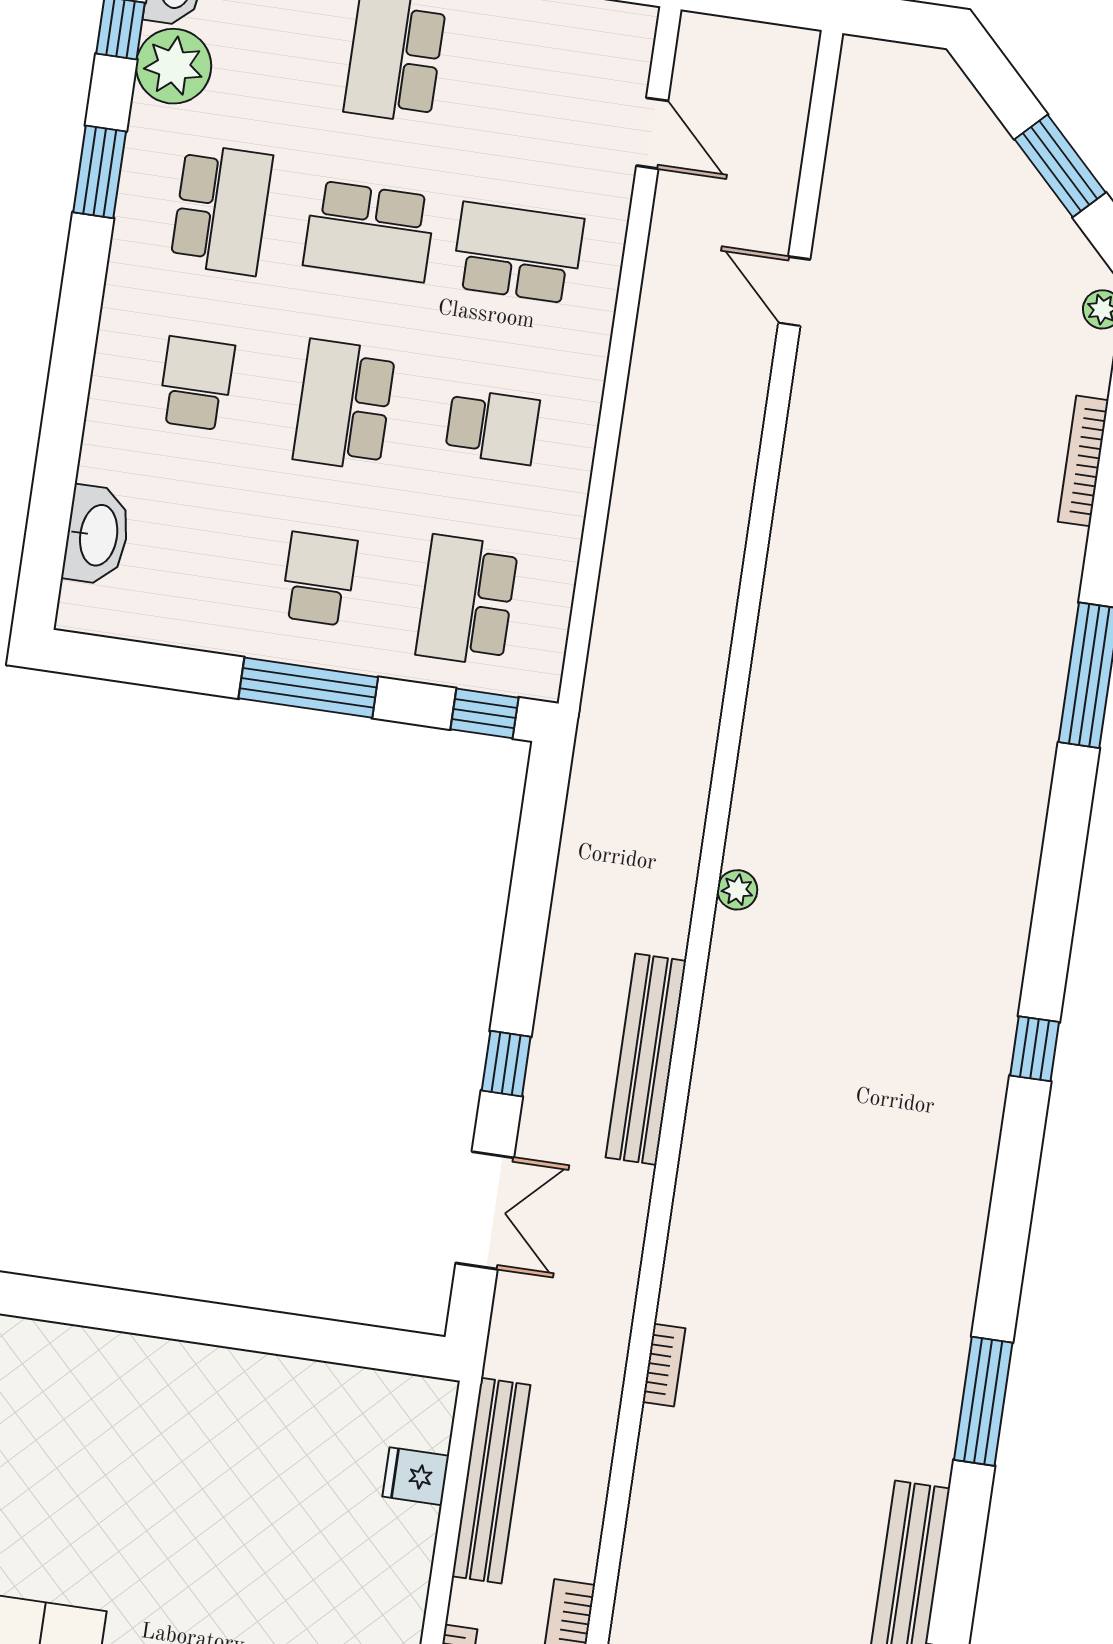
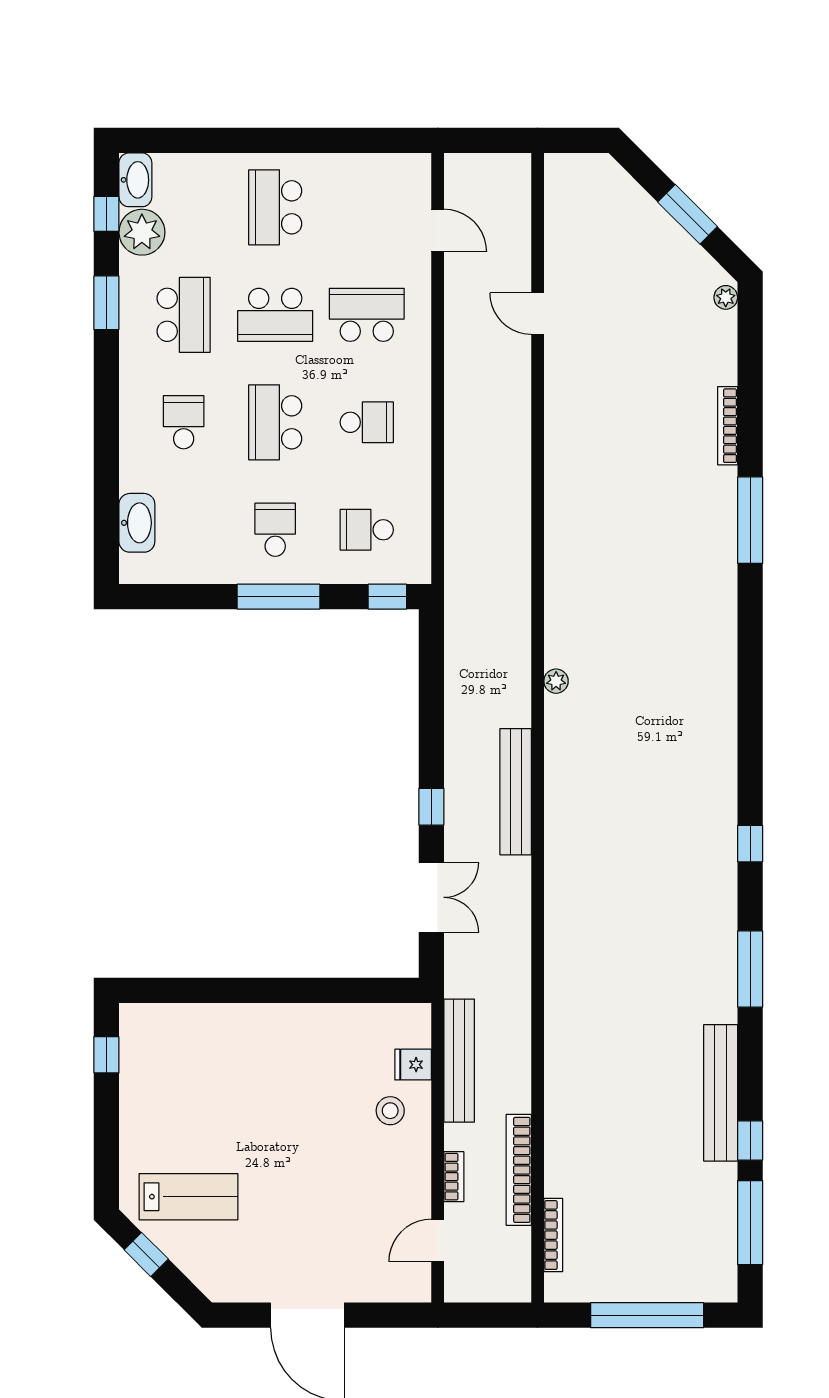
bookcase: (1083, 461) -> (728, 426), moved
school desk: (467, 600) -> (367, 530), width x0.54
window: (1035, 1049) -> (750, 844), moved
bookcase: (664, 1365) -> (554, 975), removed
stool: (368, 1545) -> (390, 1111), added

